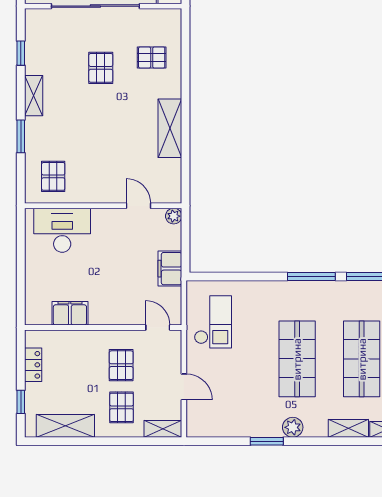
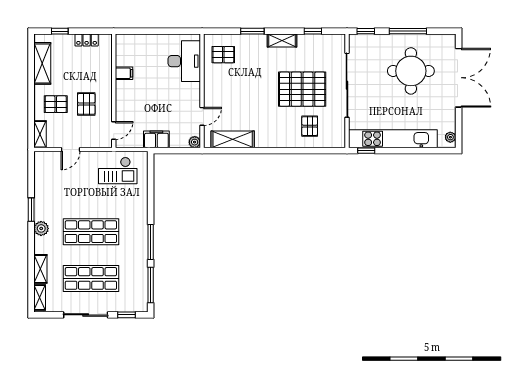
pallet: (101, 68) -> (302, 89), width x2.05, depth x2.00
shelving: (170, 128) -> (233, 139), moved
filing cabinet: (70, 313) -> (124, 73), width x0.50
pallet: (121, 365) -> (86, 104), turned 90

